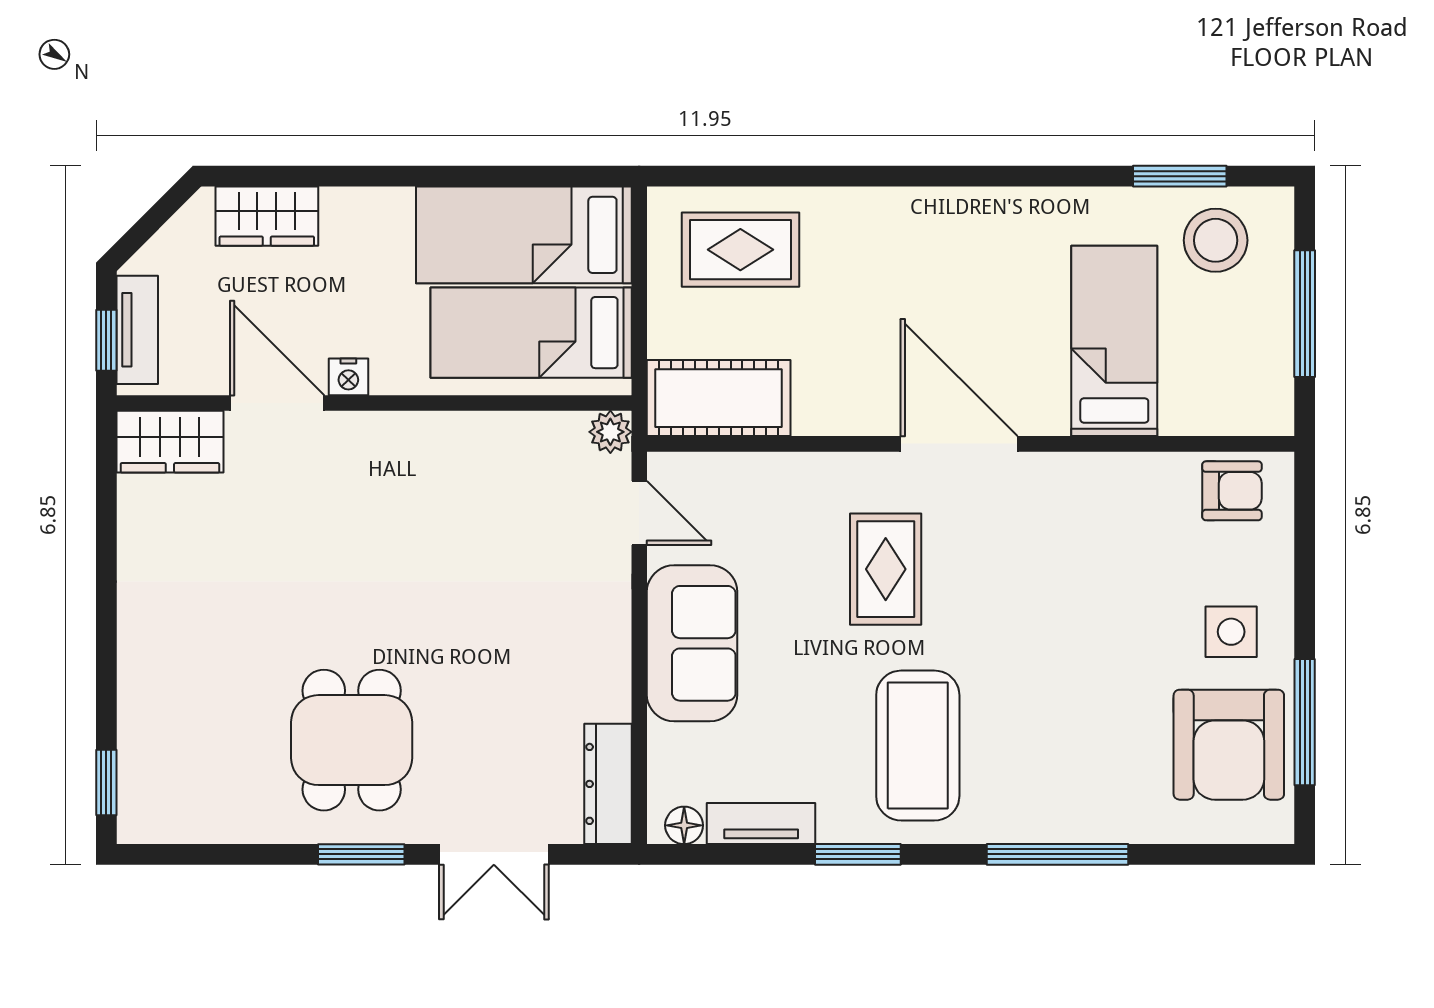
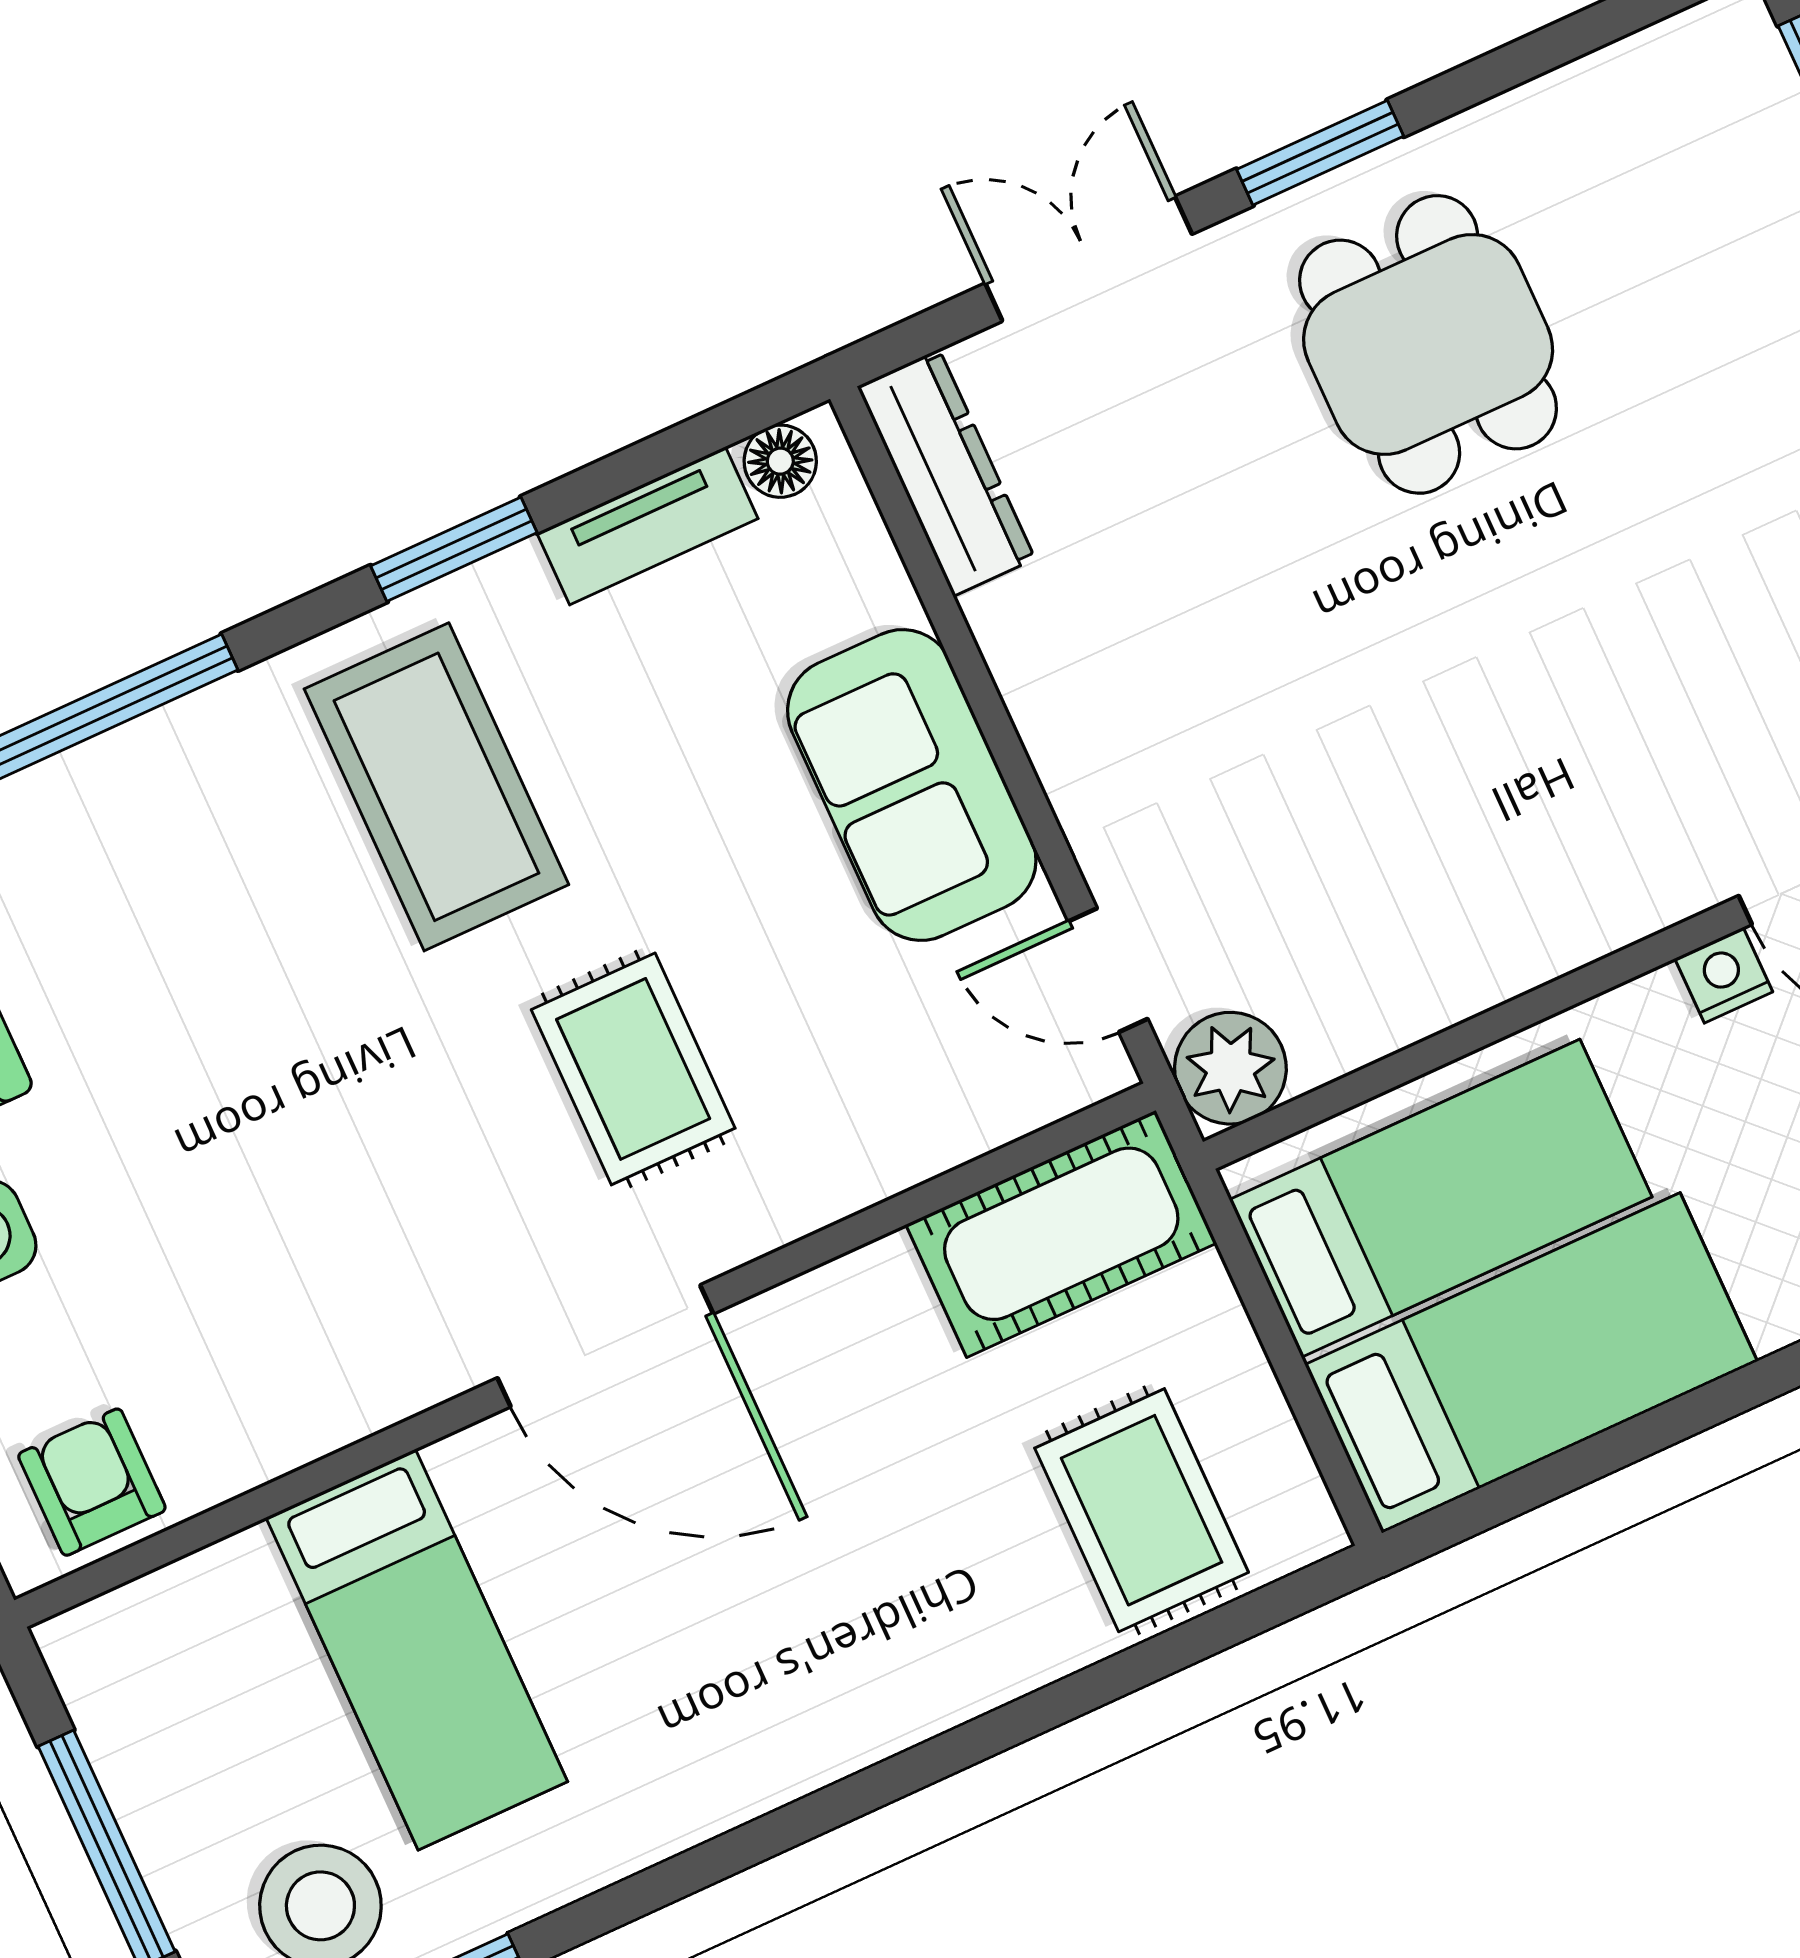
rug: (740, 250) -> (1142, 1510), turned 90
plant: (610, 432) -> (1230, 1068), width x1.38, depth x1.38
armchair: (1232, 491) -> (92, 1482), turned 90

